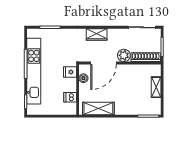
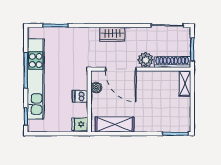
door: (104, 63) -> (121, 69), hinge flipped
fridge: (70, 72) -> (80, 124), moved
shelving: (156, 87) -> (185, 83), moved
dishwasher: (70, 97) -> (80, 96), moved

